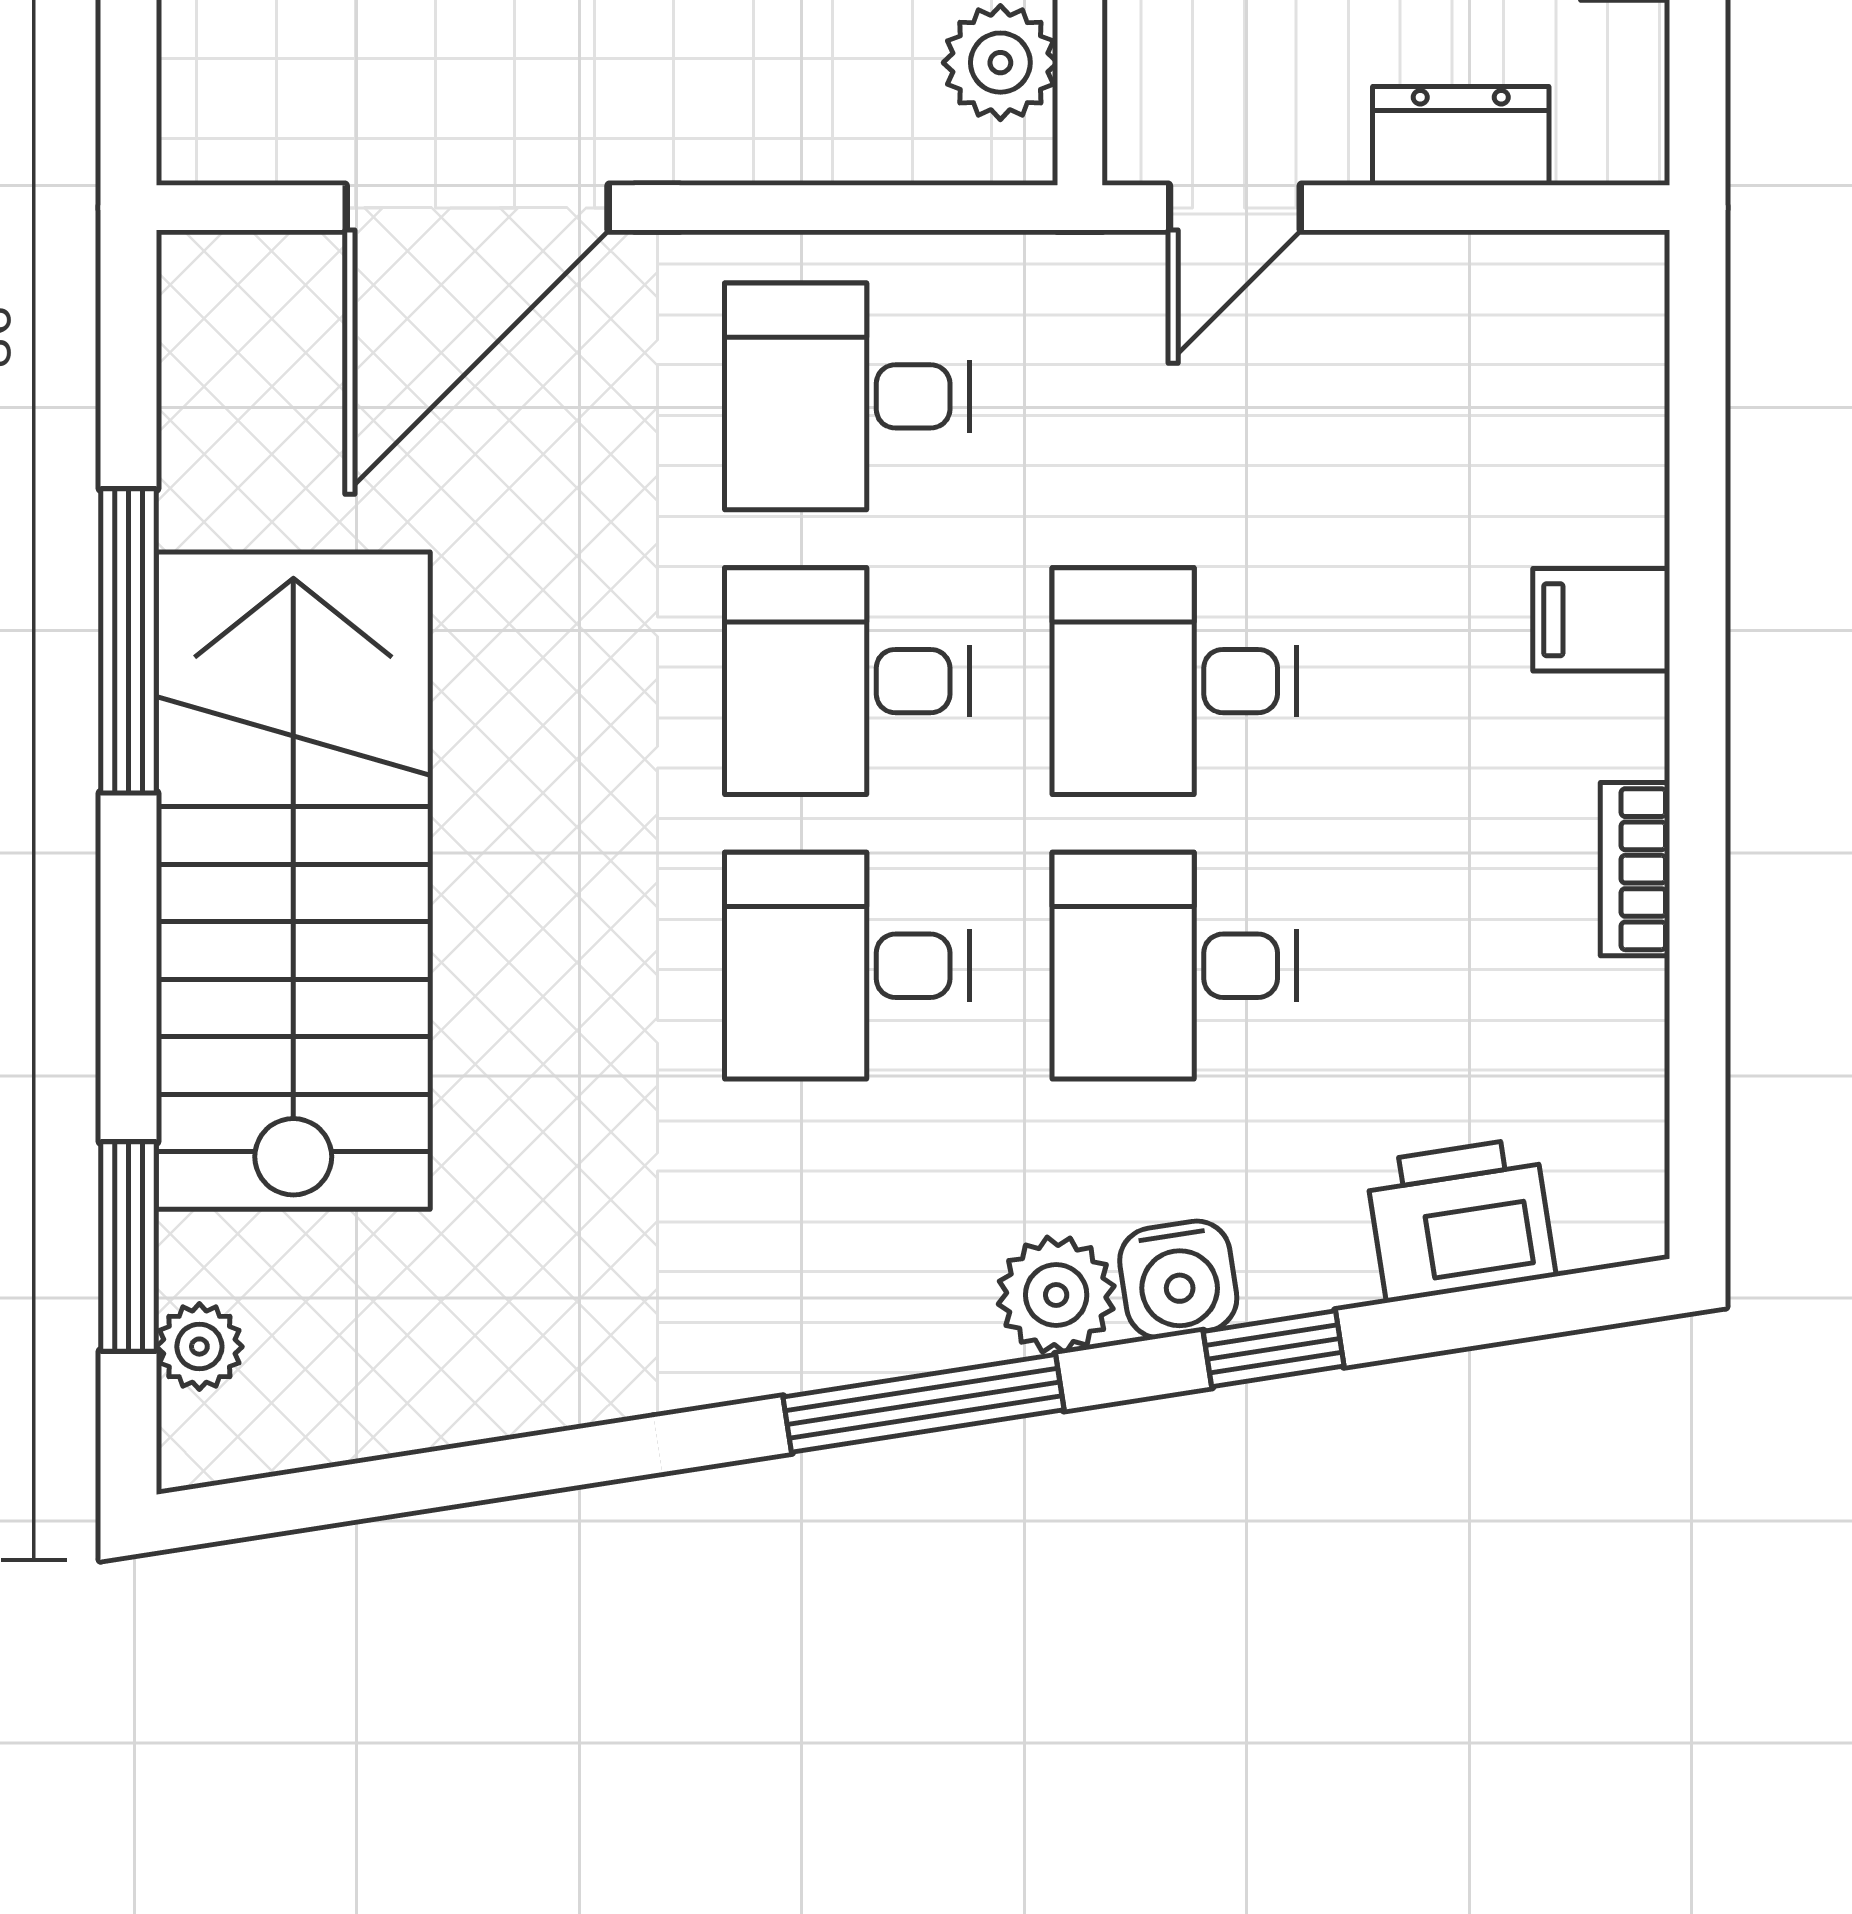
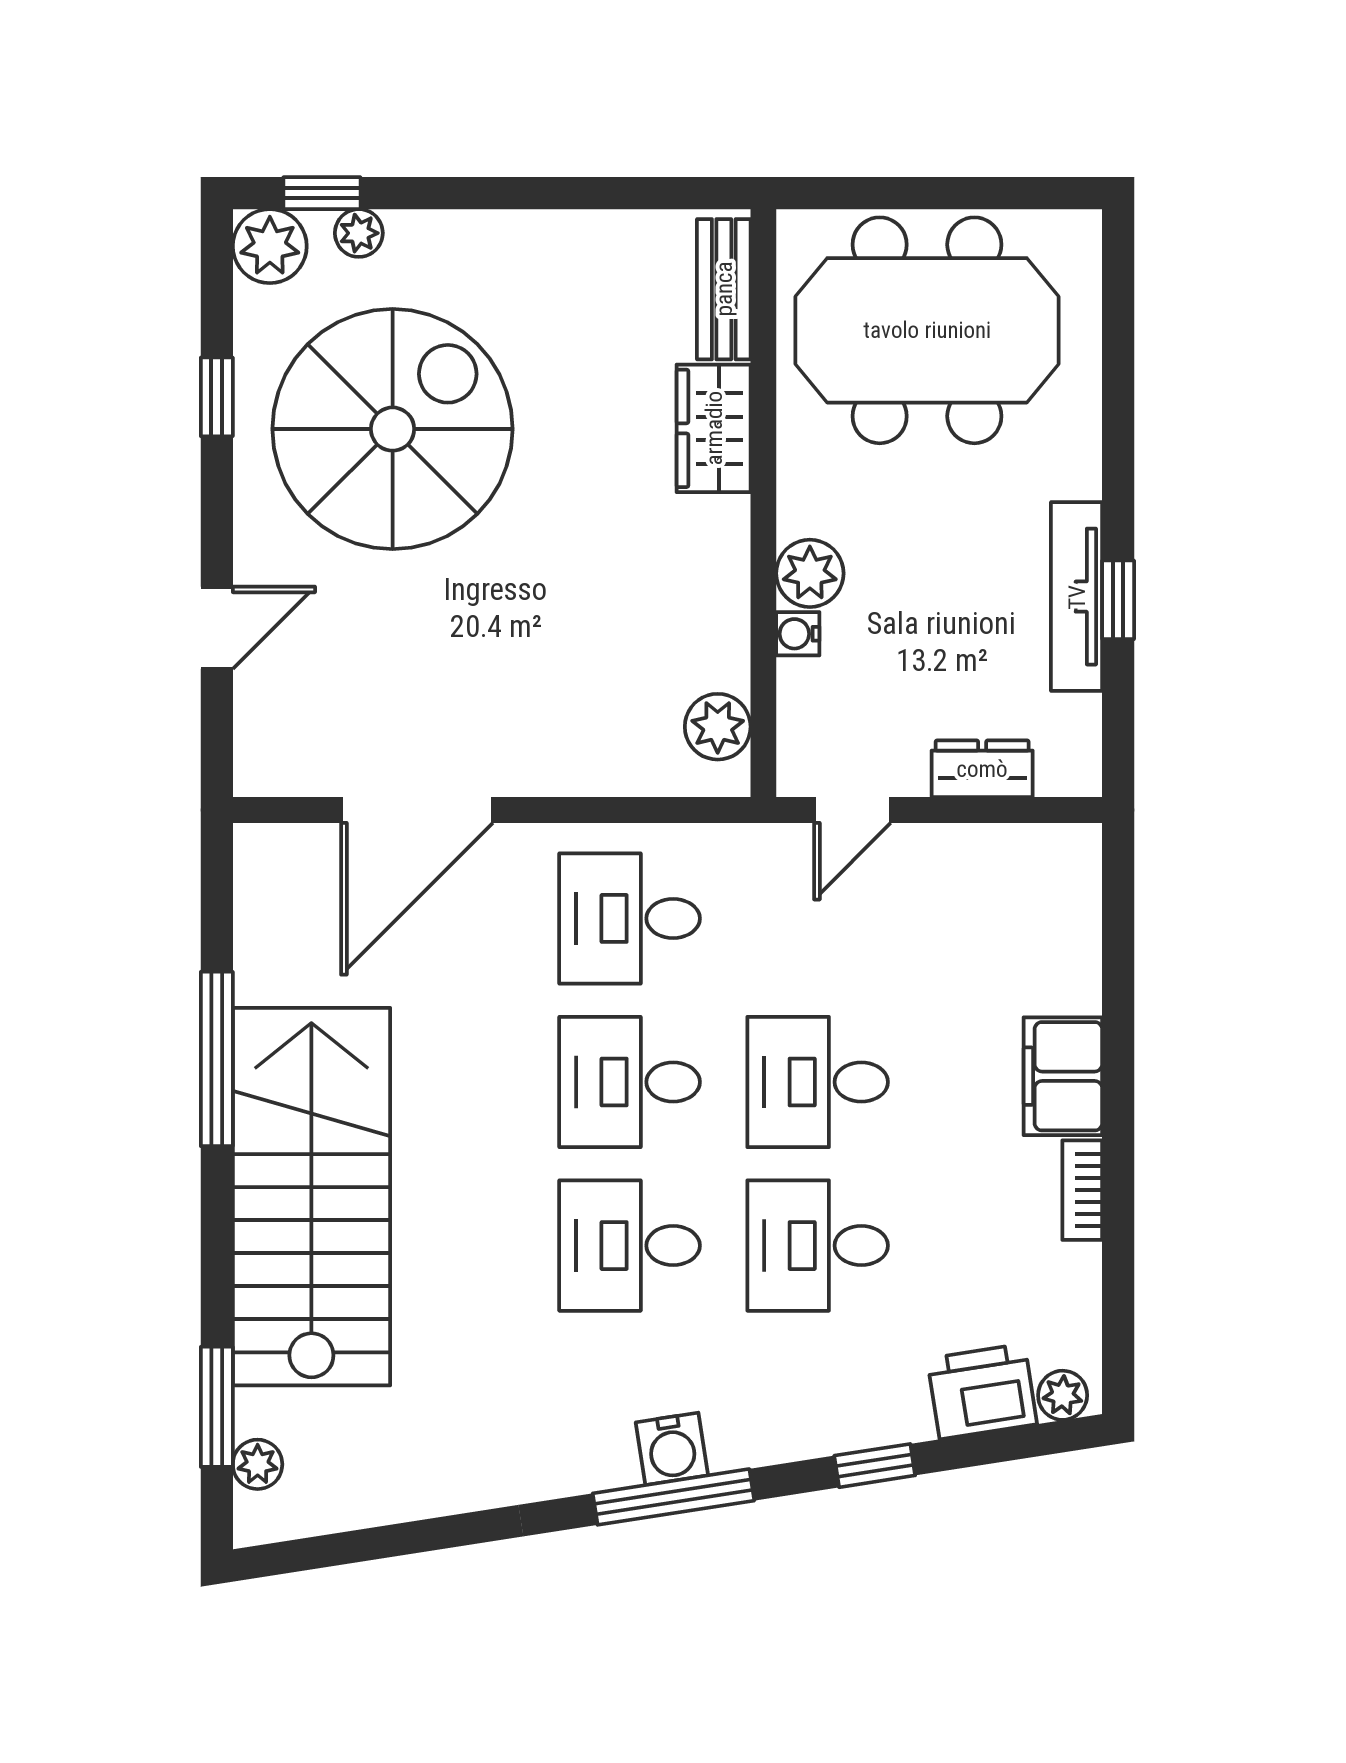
filing cabinet: (1601, 620) -> (1063, 1076), width x2.00
water cooler: (1178, 1279) -> (672, 1449), moved
plant: (1056, 1295) -> (1063, 1395), moved, width x0.73, depth x0.73

